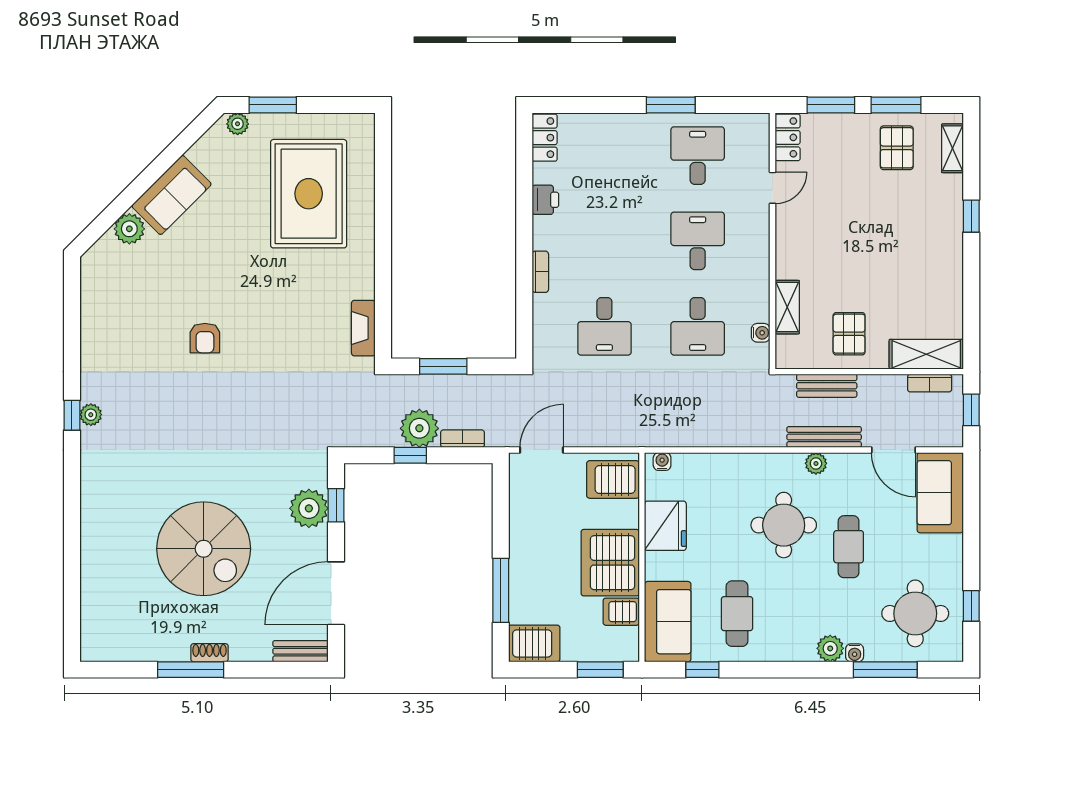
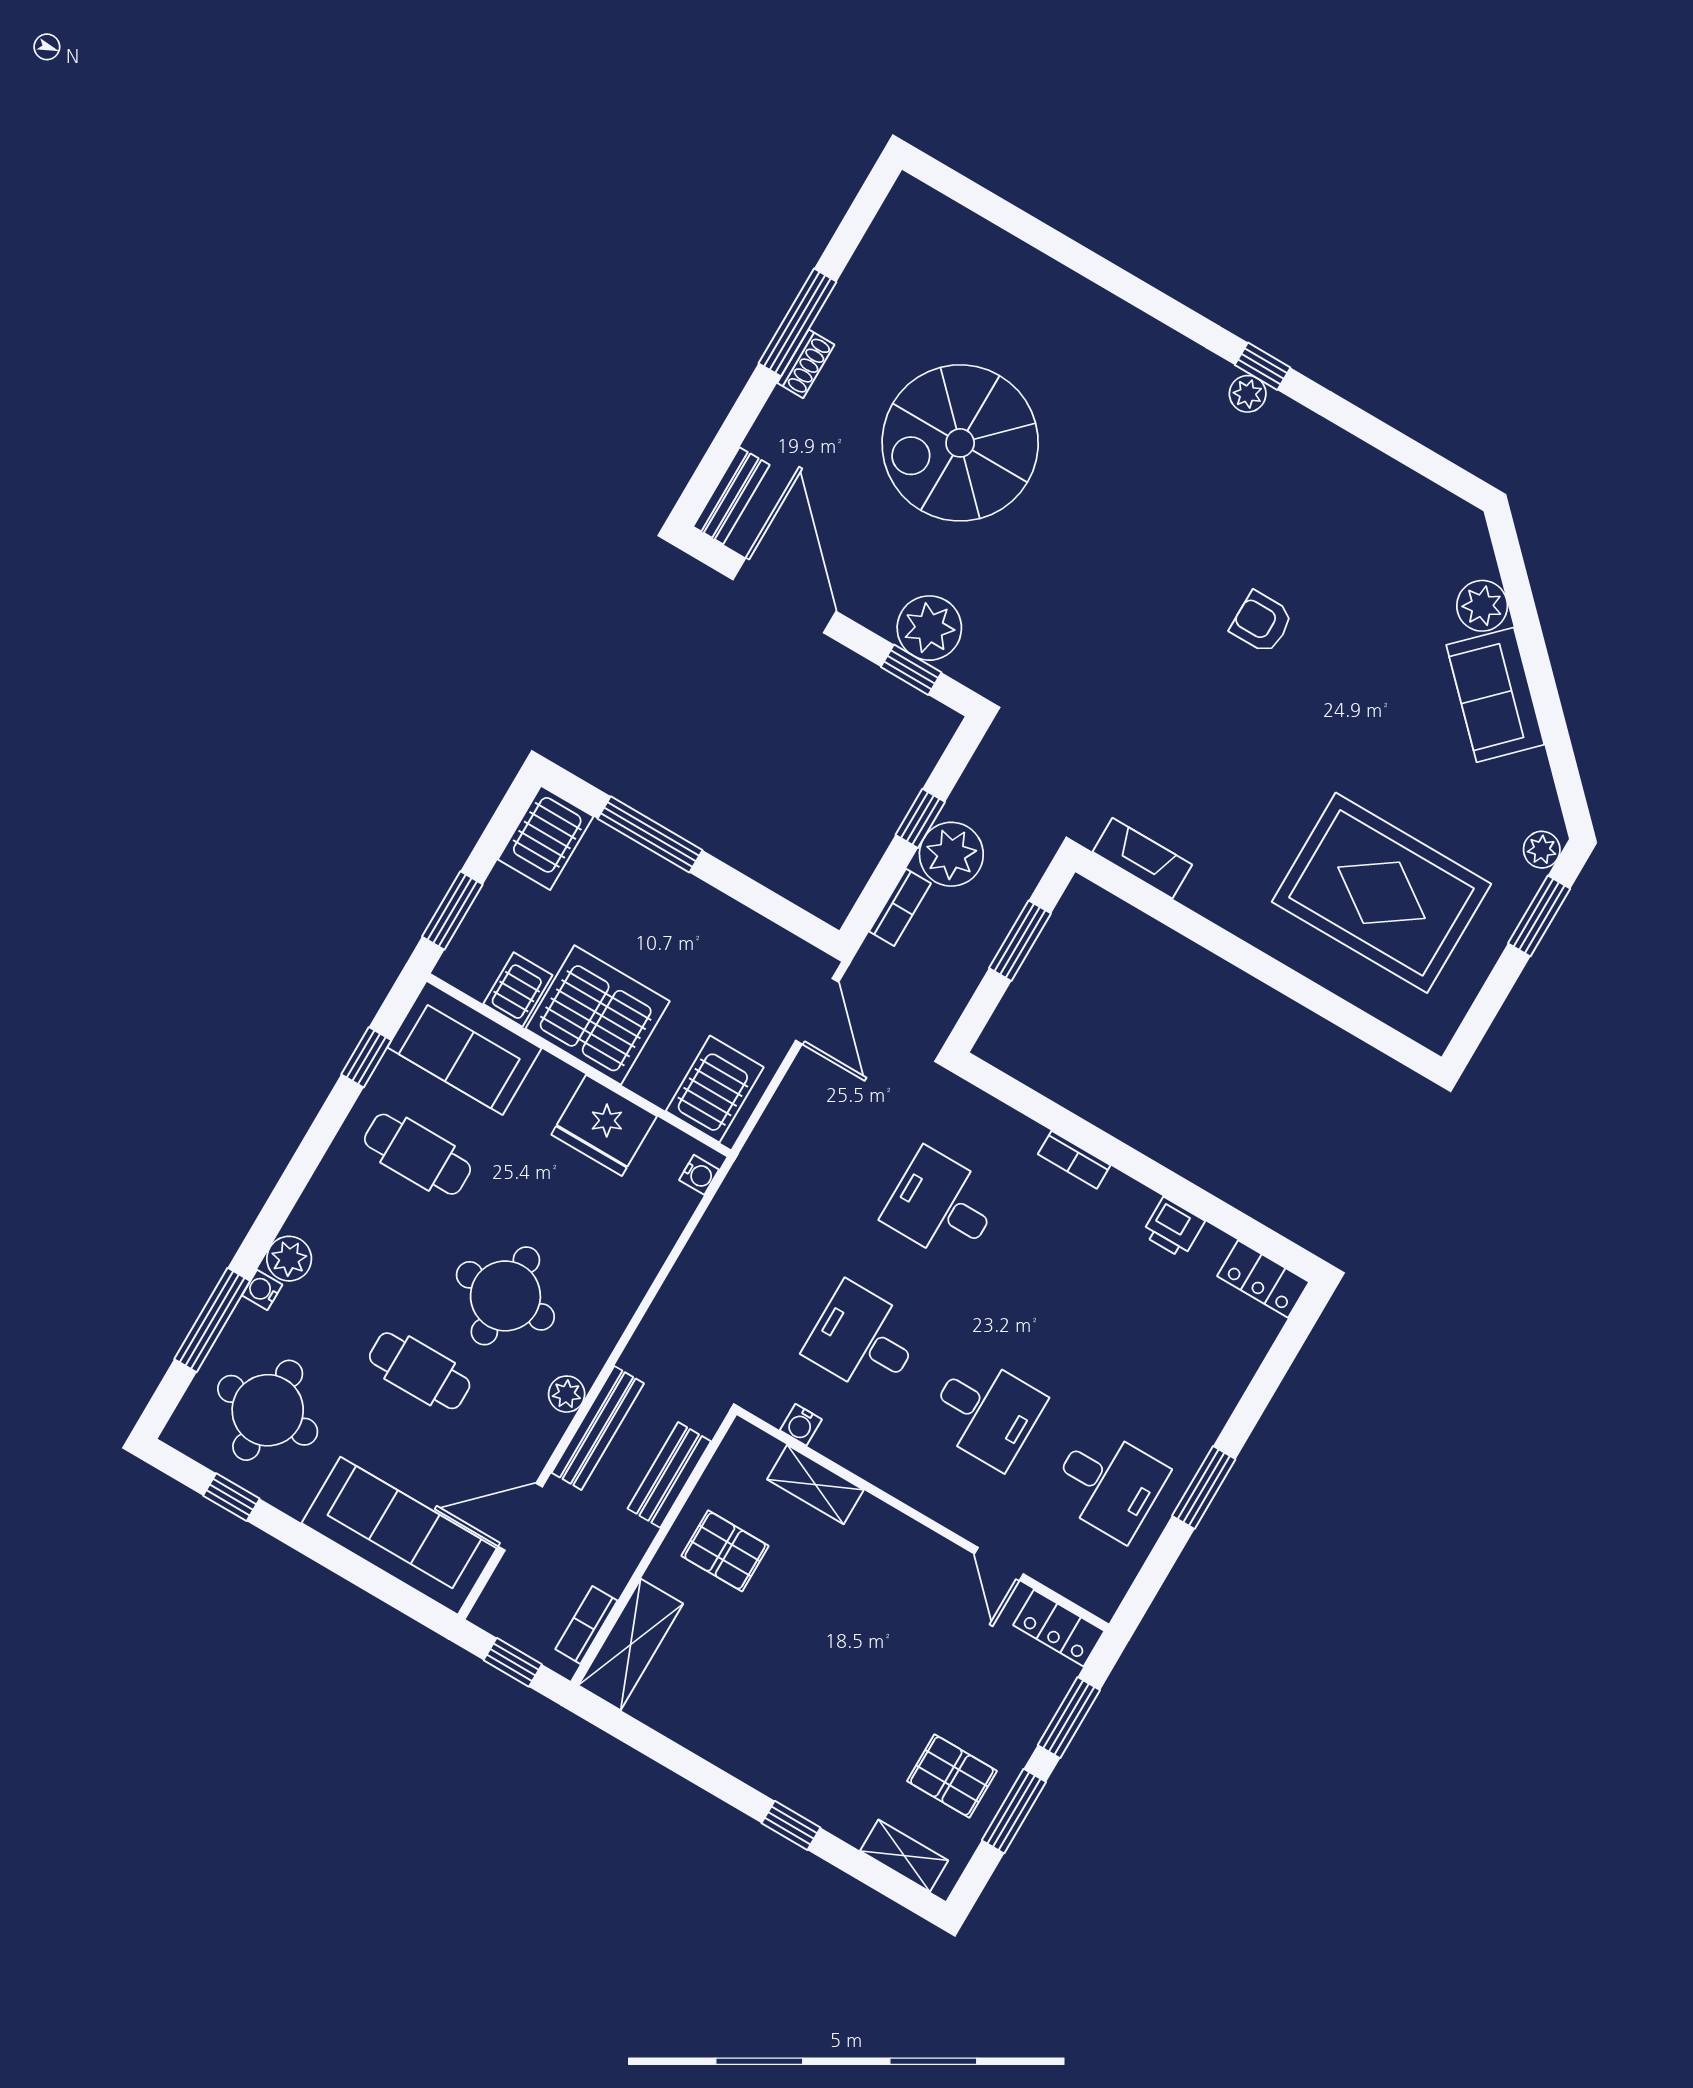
sofa: (940, 493) -> (399, 1536), width x1.36

